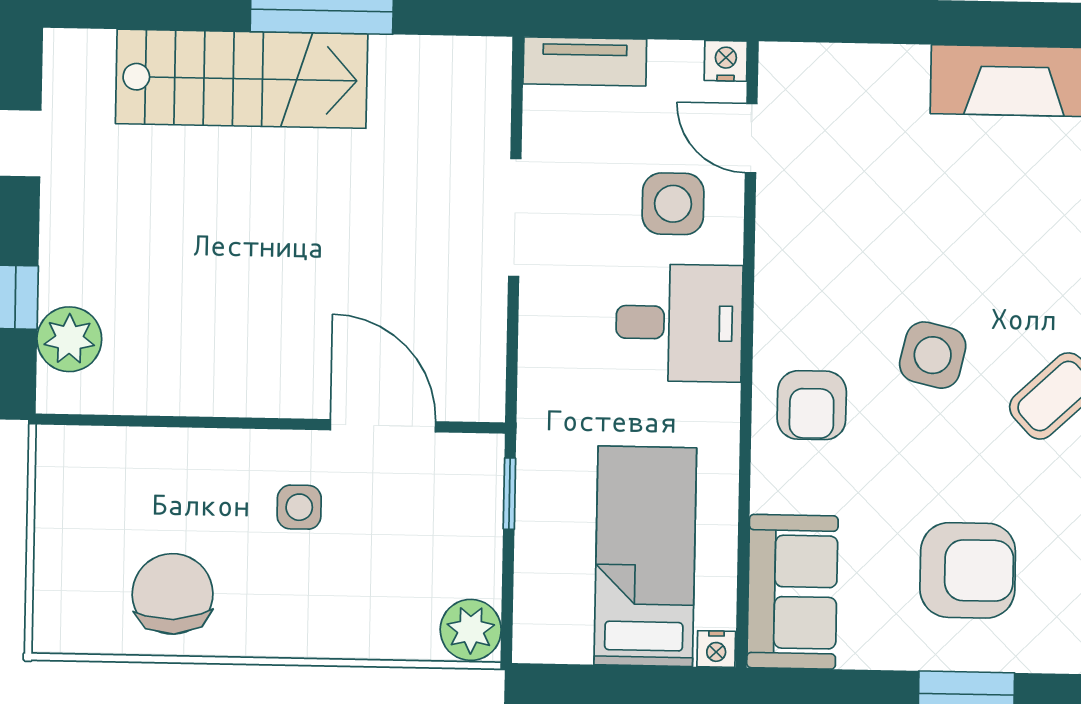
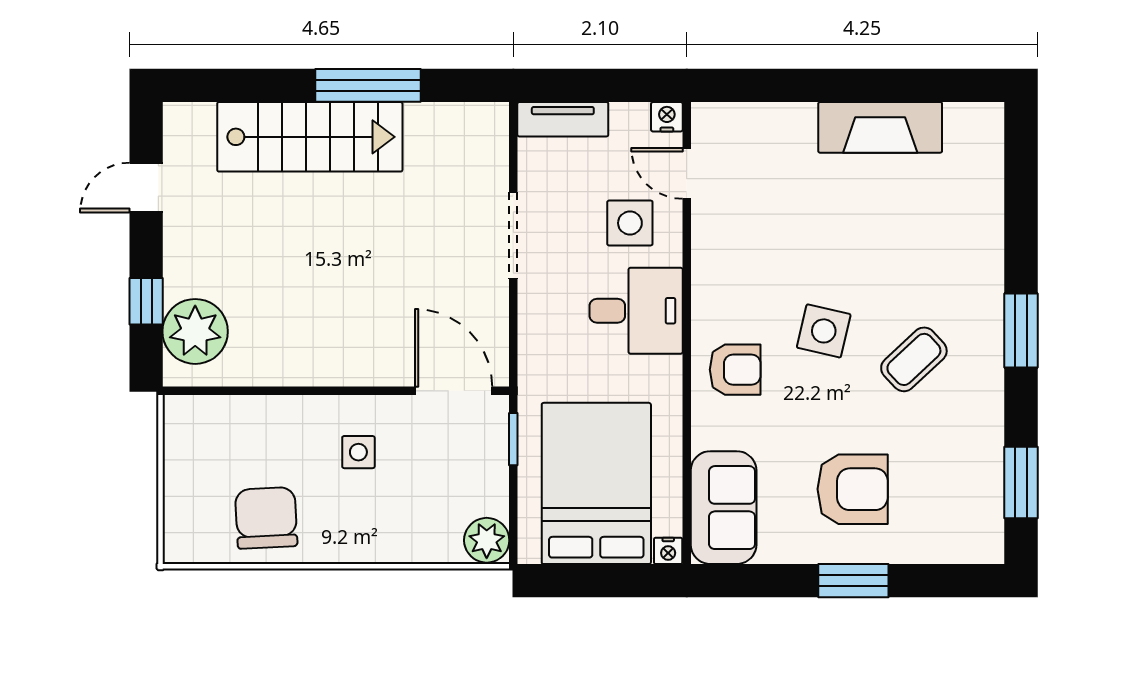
plant: (69, 339) -> (195, 331), width x1.36, depth x1.36
armchair: (812, 405) -> (735, 370), turned -90
door: (383, 426) -> (454, 391), moved
bed: (645, 556) -> (596, 483), width x1.50

